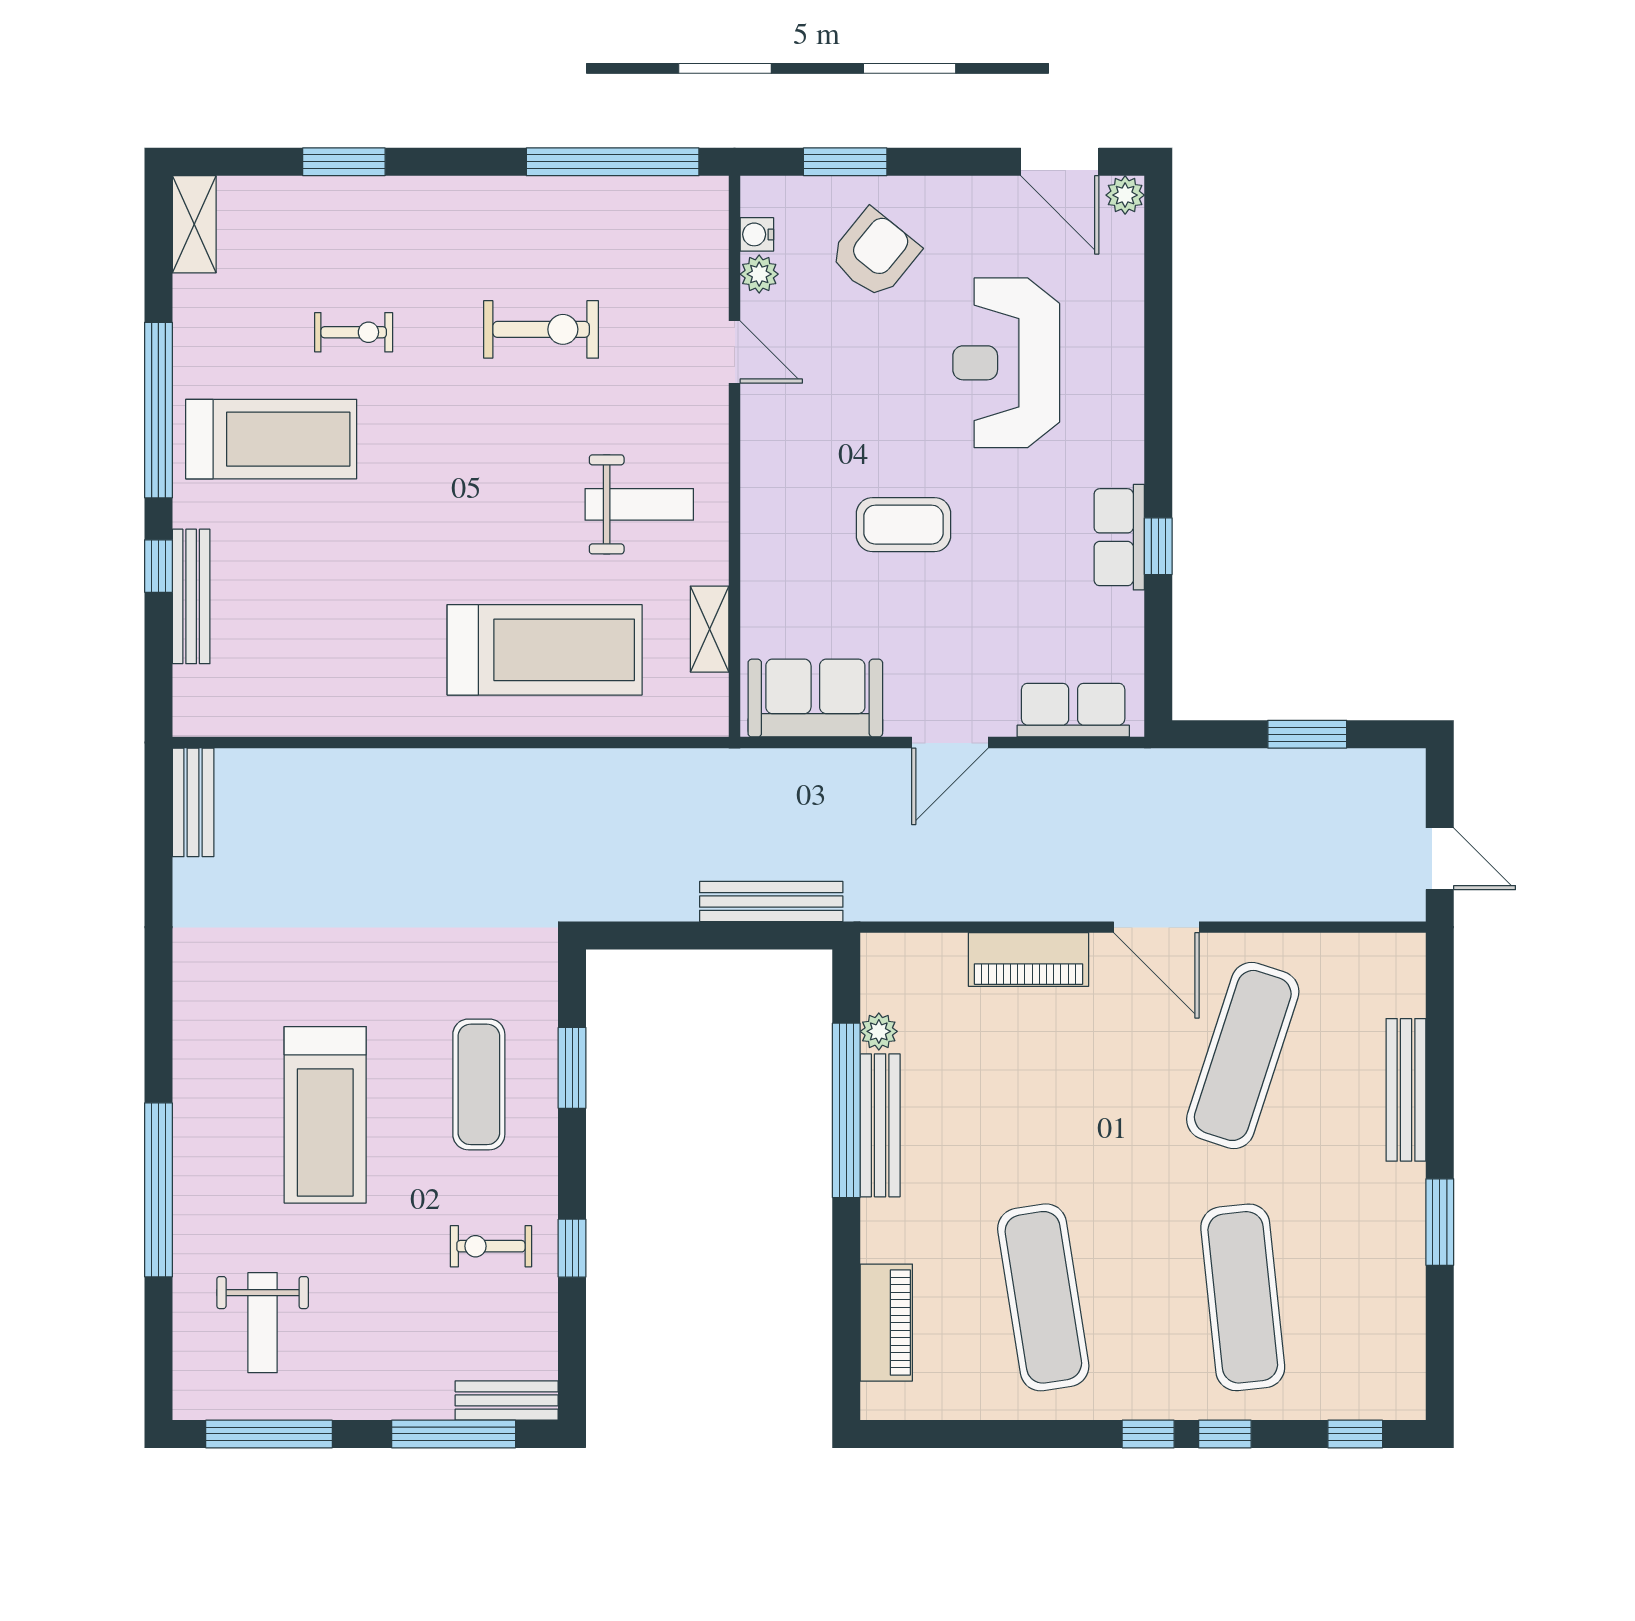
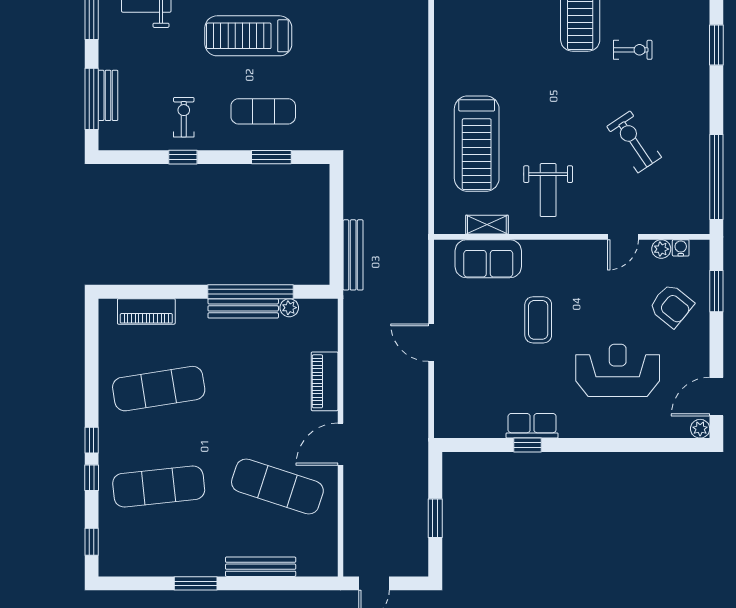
exercise bike: (541, 329) -> (634, 142), turned 146
exercise bike: (354, 332) -> (633, 50), turned -90
sofa: (815, 698) -> (488, 259), moved, turned 90
row of seats: (1073, 710) -> (447, 403), removed
bench: (507, 1400) -> (108, 95), moved

